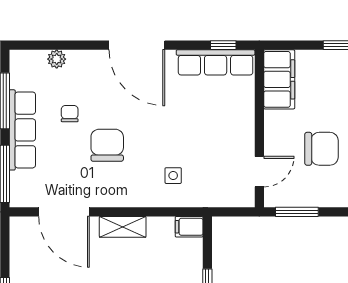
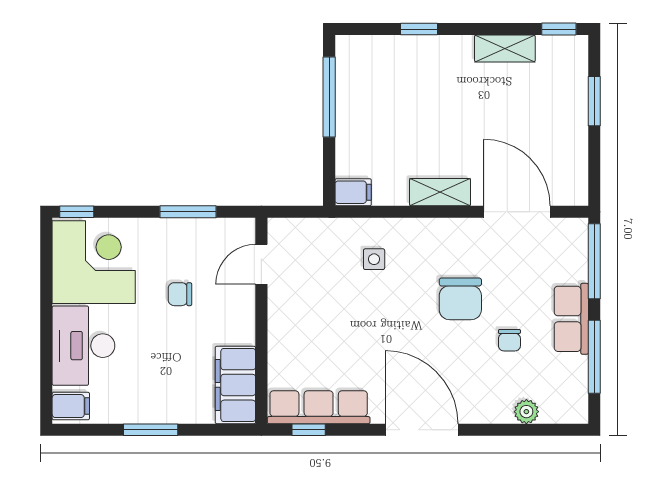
row of seats: (22, 130) -> (571, 319), width x0.68
chair: (321, 149) -> (180, 294), width x0.54, depth x0.54
window: (297, 212) -> (188, 212), moved

